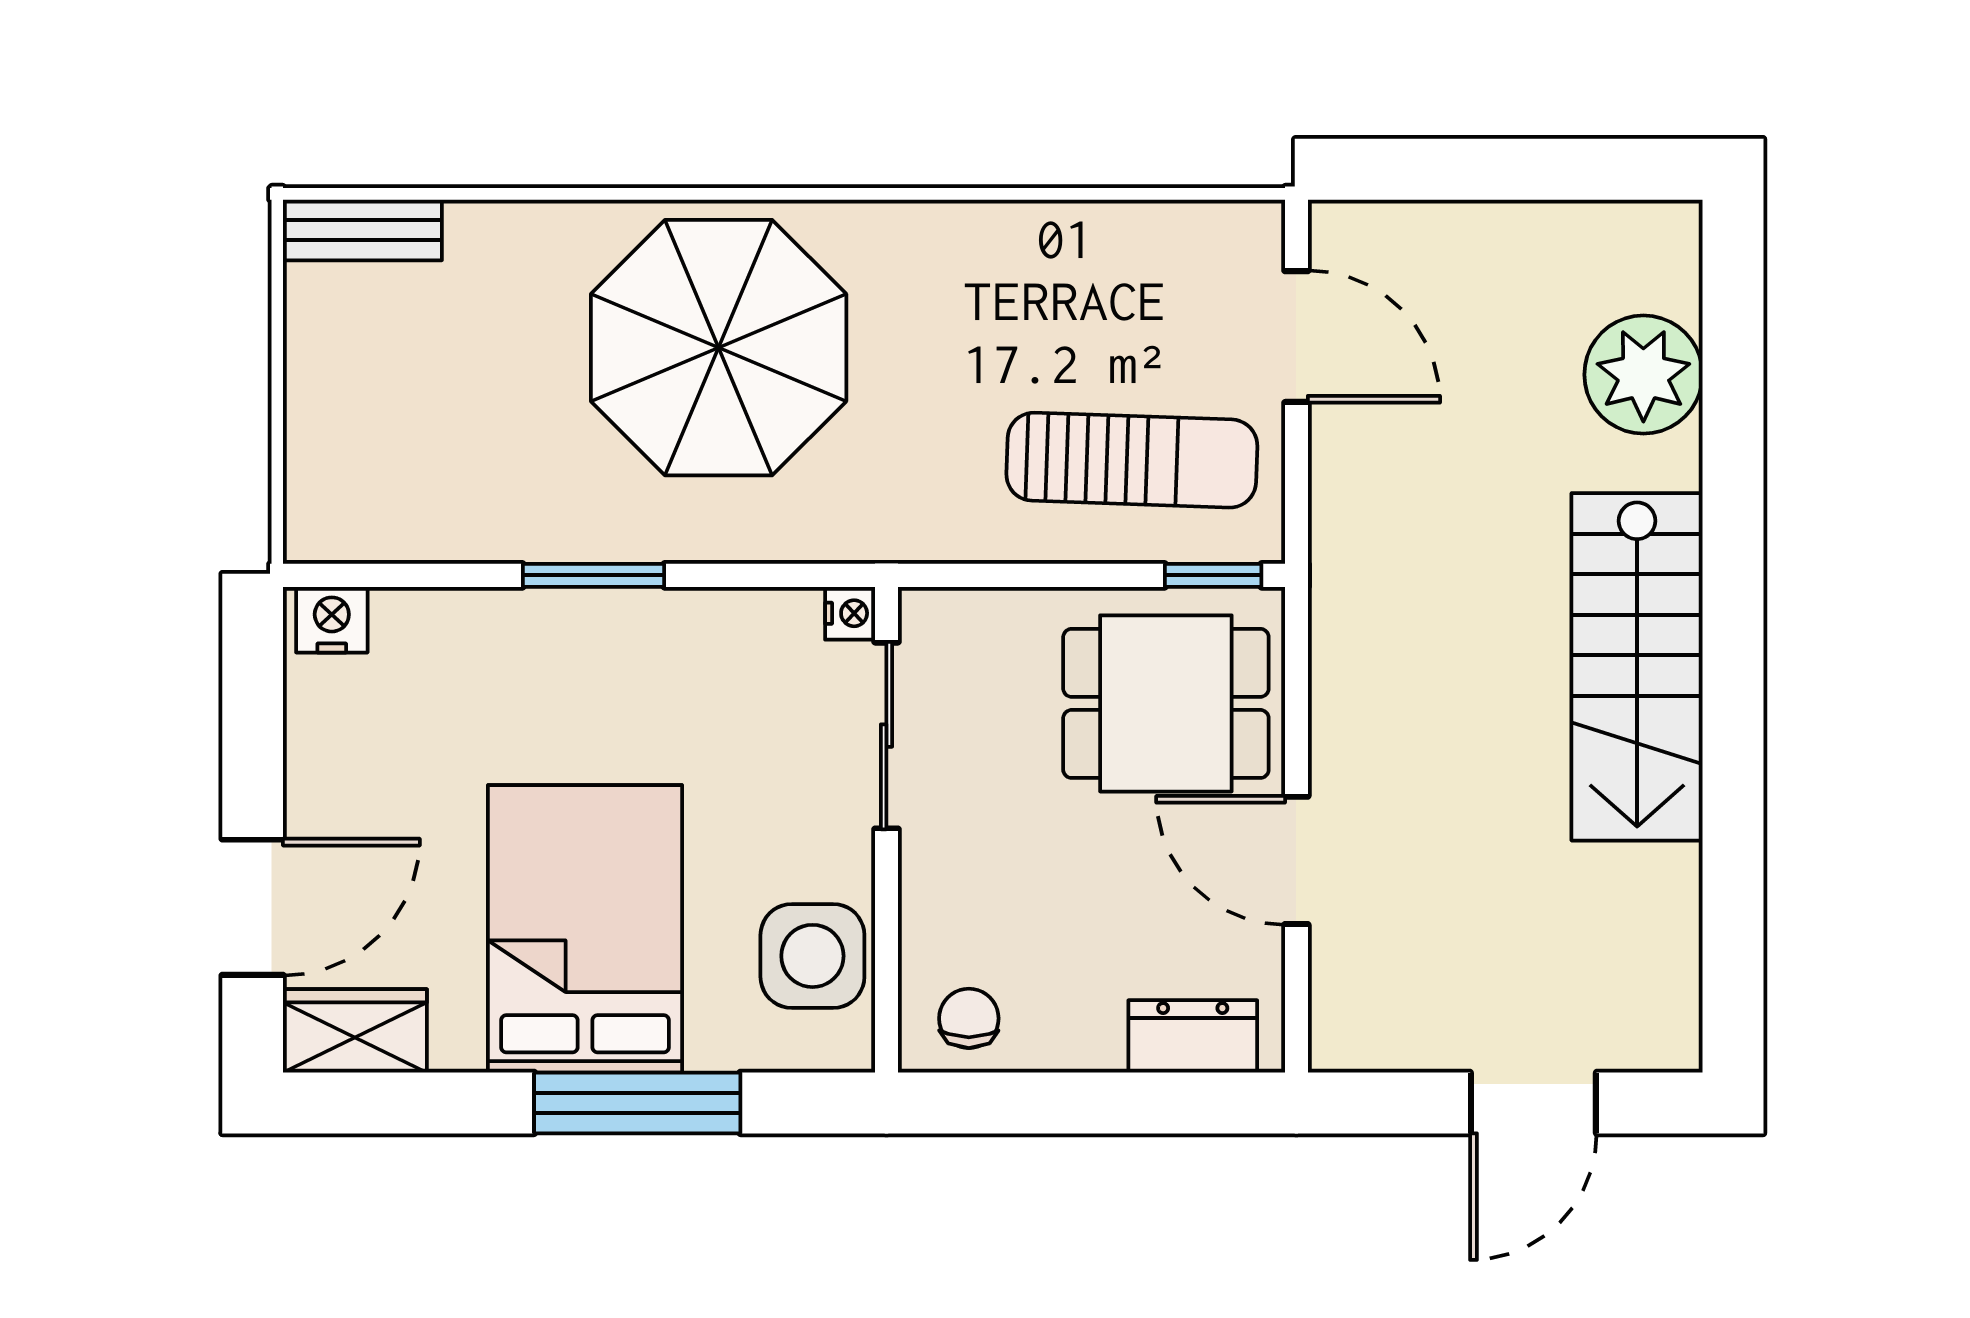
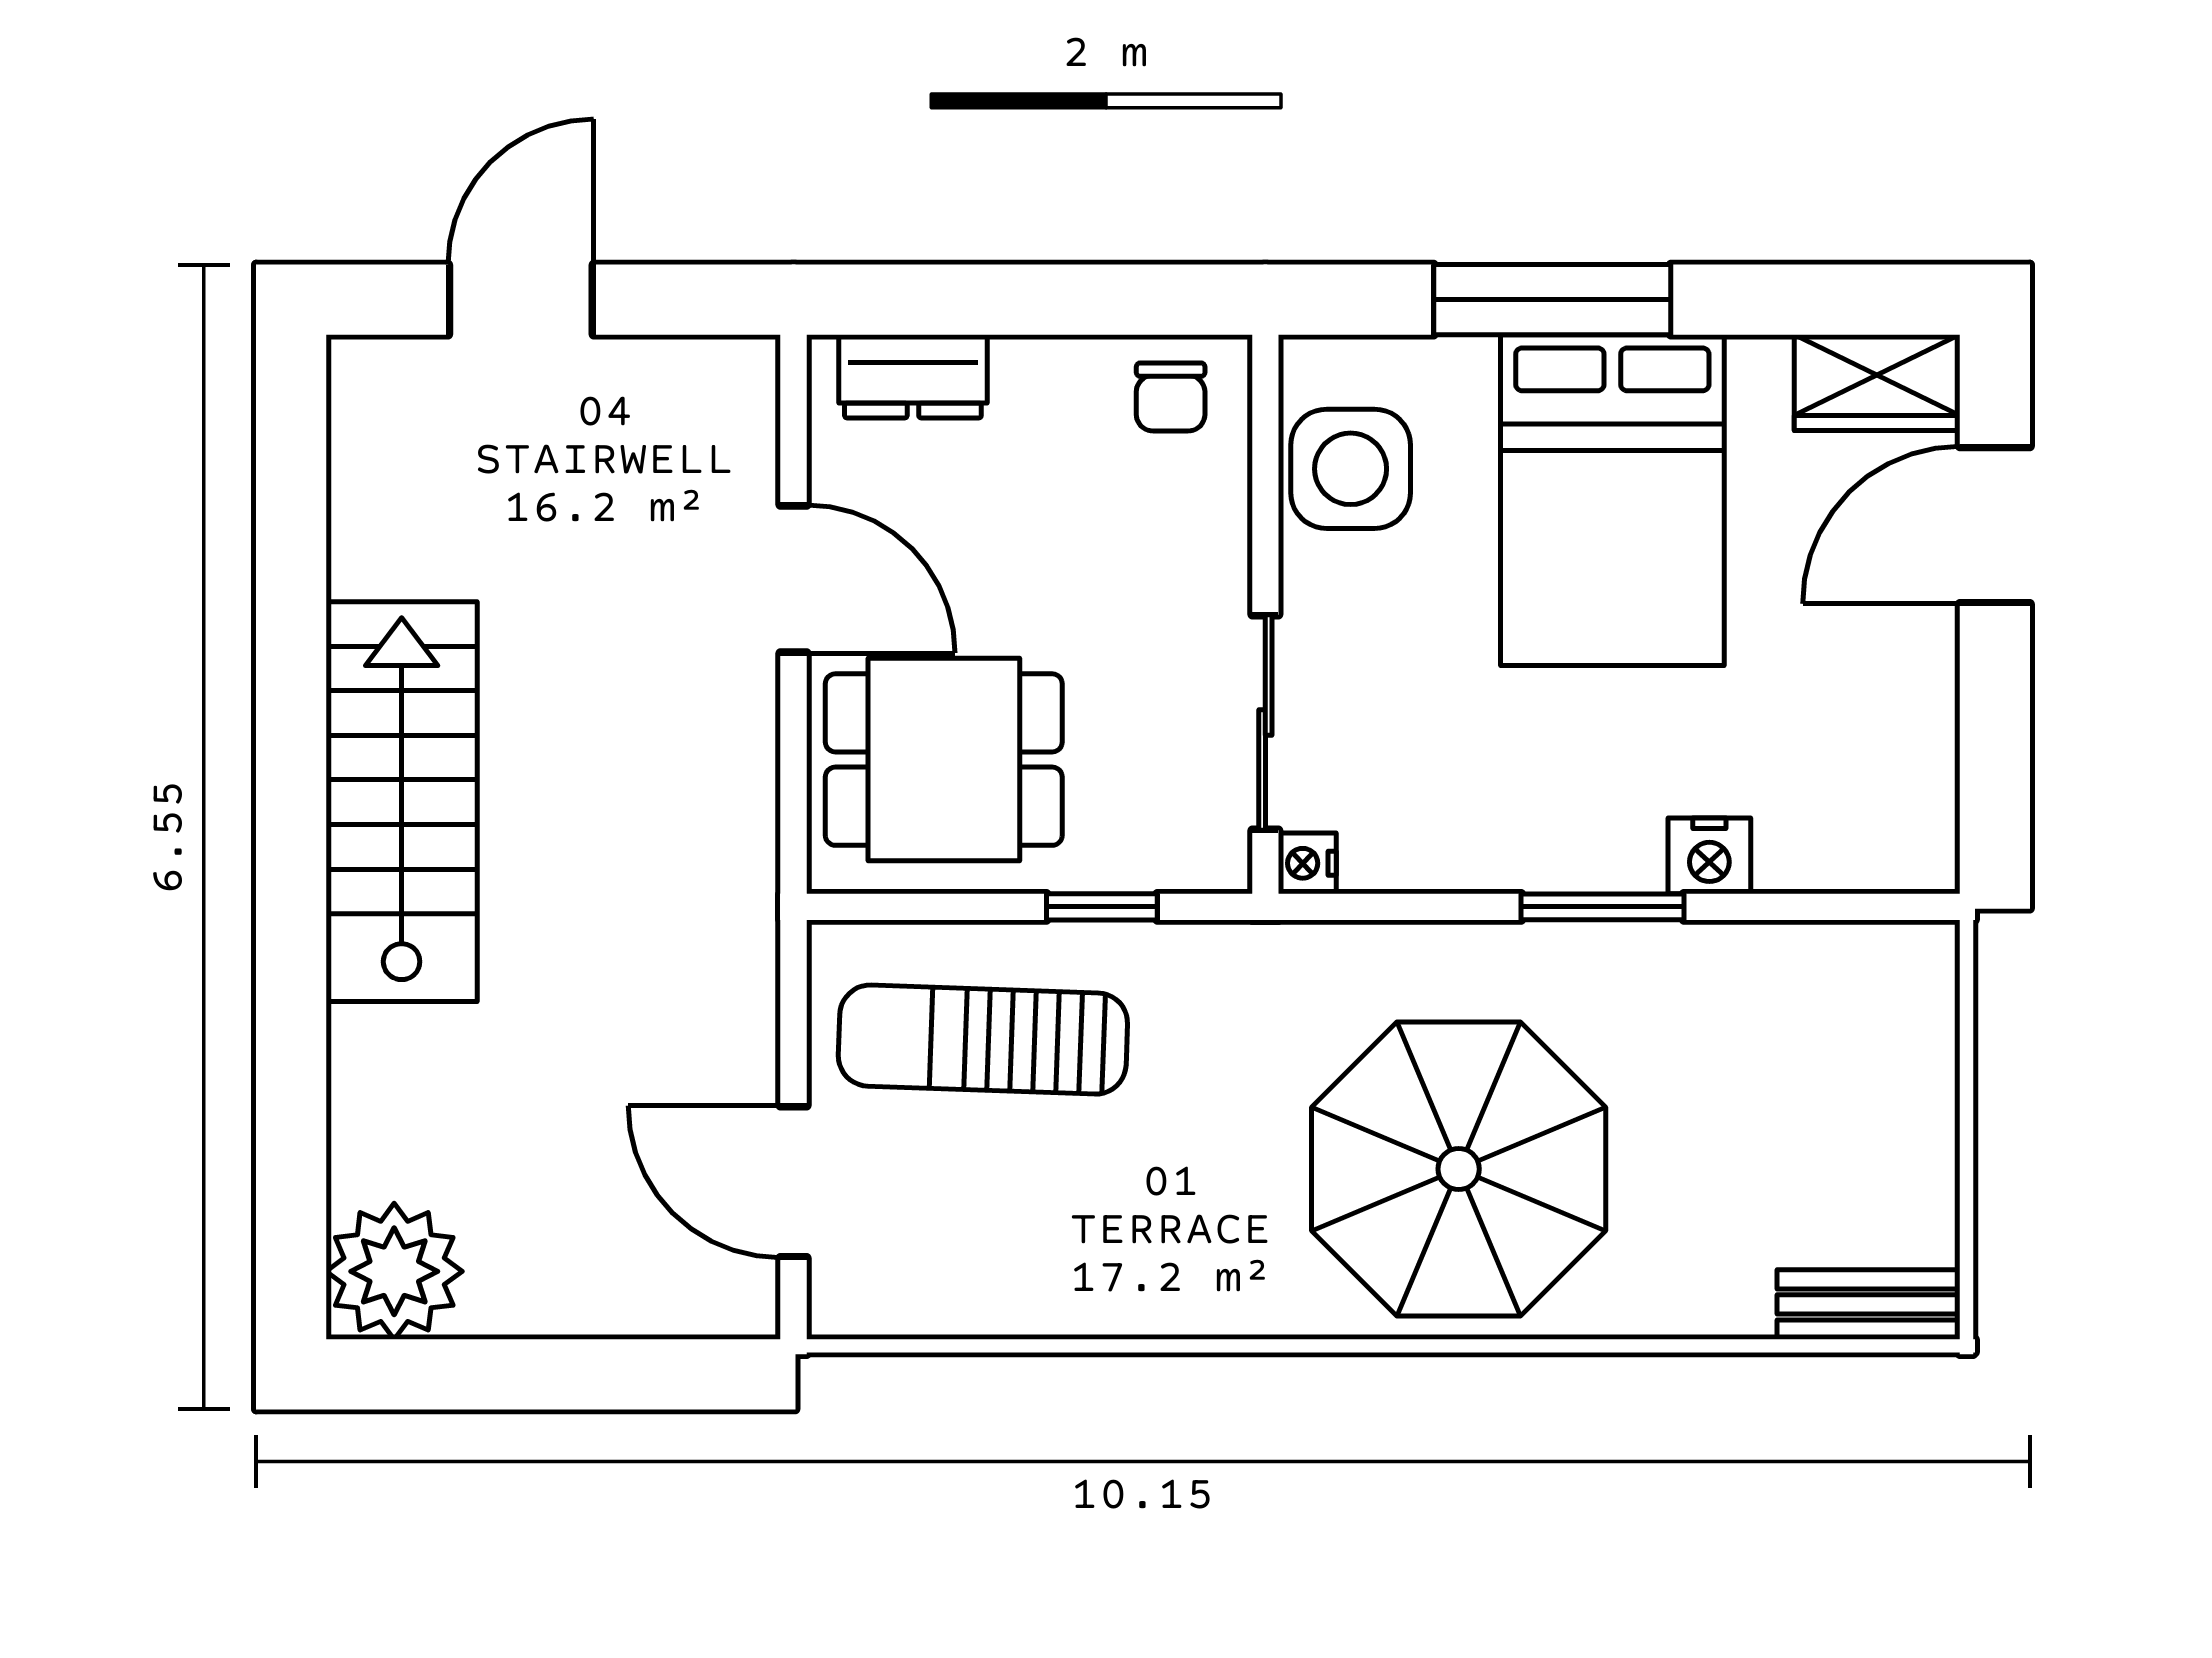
plant: (1643, 375) -> (394, 1271), moved
window: (1213, 575) -> (1102, 907), moved
nightstand: (332, 620) -> (1709, 856), moved

